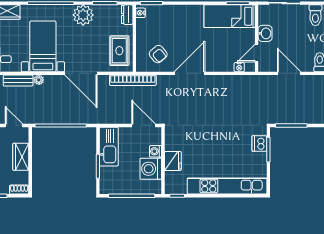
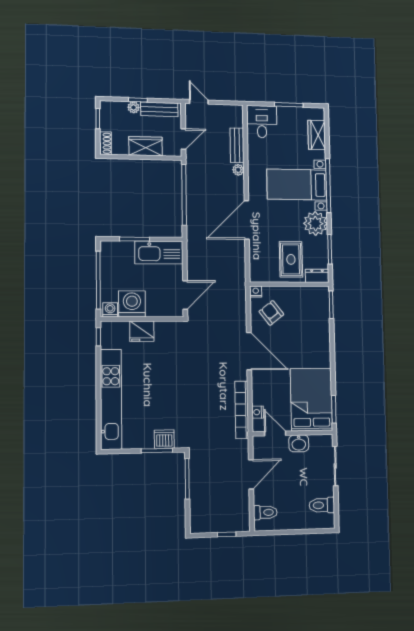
nightstand: (141, 13) -> (256, 292), moved
bed: (230, 16) -> (311, 399), width x1.50
bed with nightstands: (43, 46) -> (297, 185), moved, turned 180
rug: (119, 51) -> (291, 259), moved, turned 90
armchair: (158, 54) -> (271, 313), turned 92
bookcase: (133, 80) -> (242, 410), moved
washing machine: (156, 151) -> (110, 310), moved

